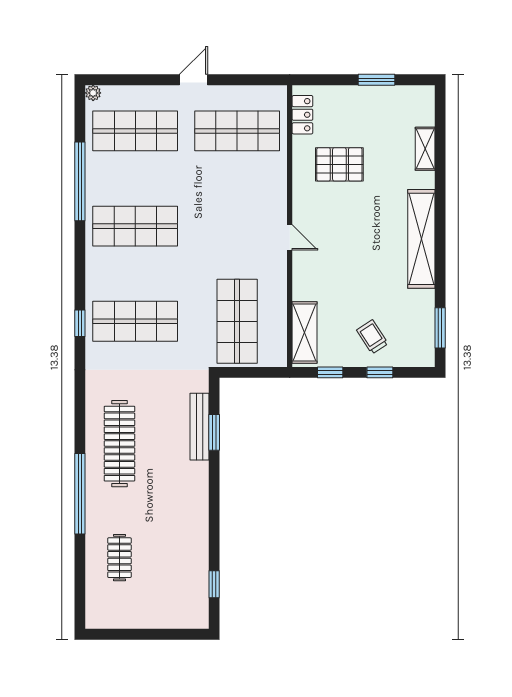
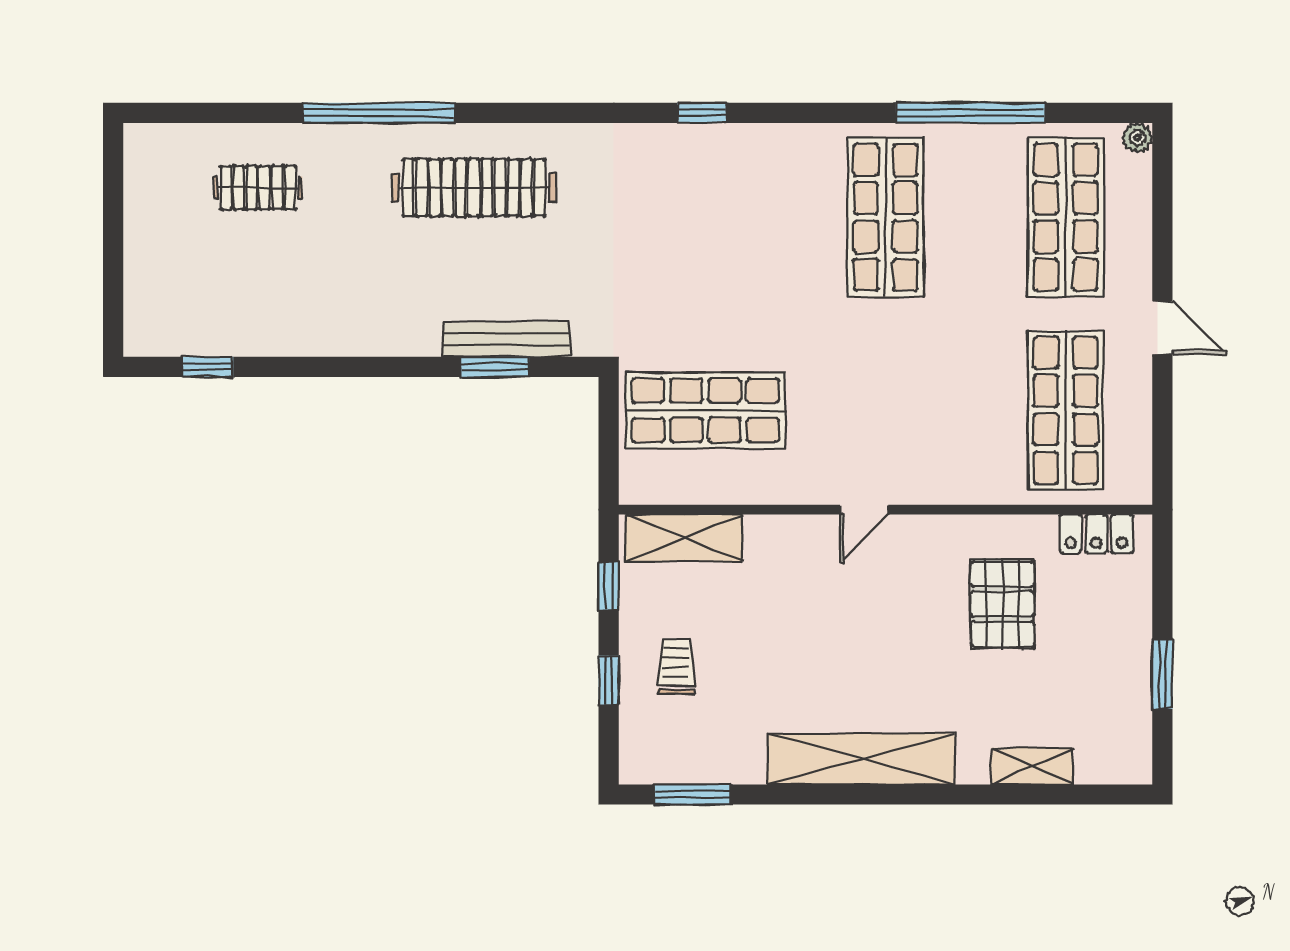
shop shelf: (135, 321) -> (705, 217), removed
trolley: (372, 337) -> (676, 666), turned -57

